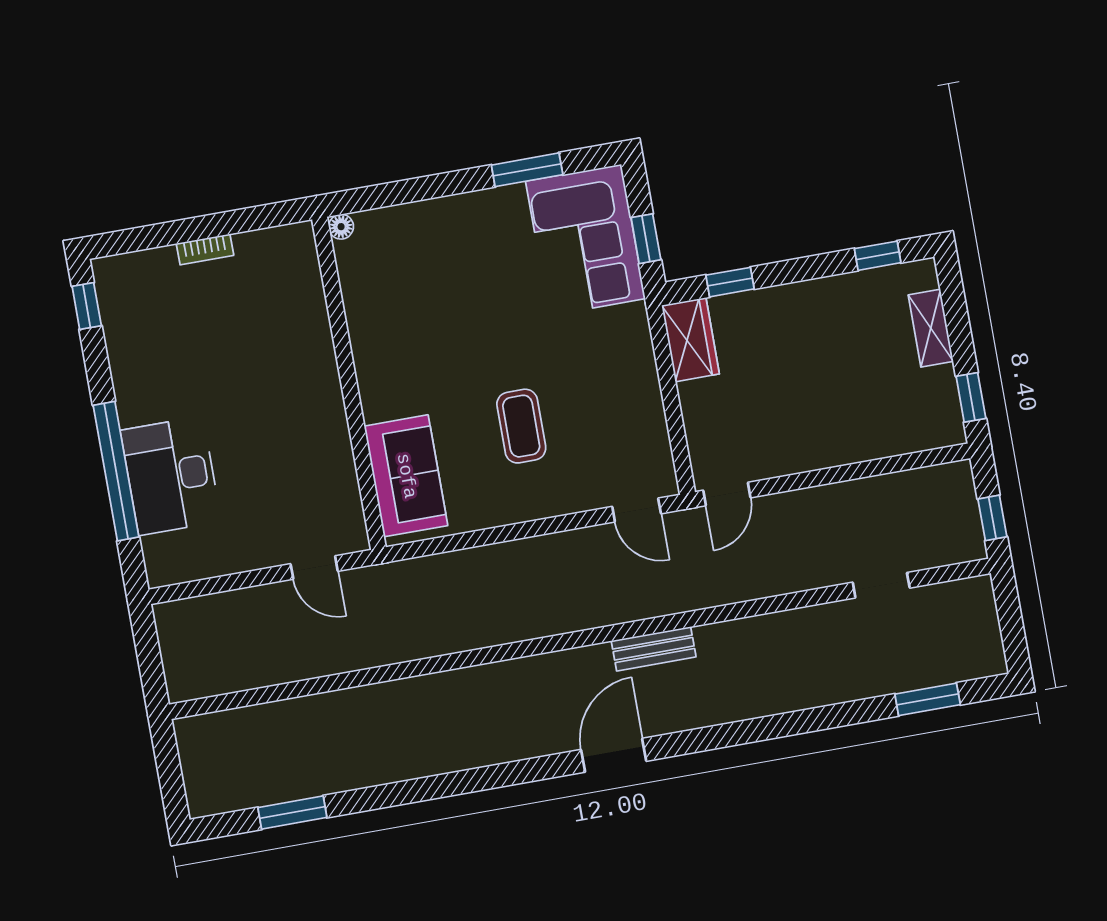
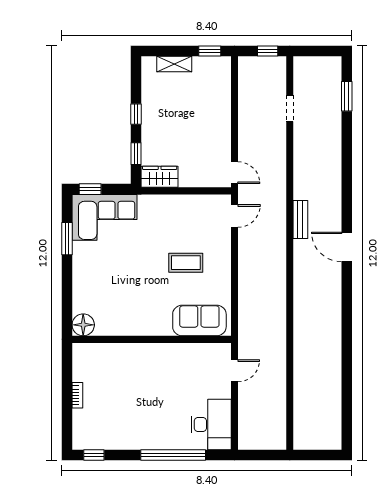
floor lamp: (341, 227) -> (83, 325), width x1.89, depth x1.89
window: (646, 239) -> (90, 189), moved
window: (878, 256) -> (136, 114), moved
desk: (171, 476) -> (211, 424), moved, turned -90
window: (292, 813) -> (347, 401), removed

